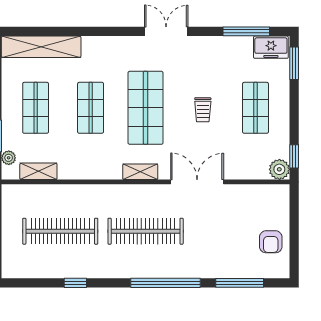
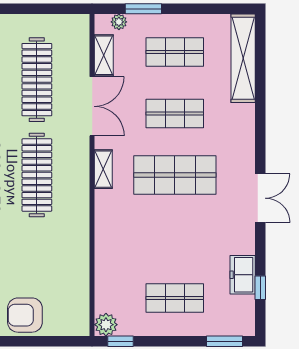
window: (246, 31) -> (260, 288), width x0.46
freezer: (271, 47) -> (243, 275), moved
trolley: (203, 110) -> (173, 239), removed
double door: (197, 182) -> (92, 106), moved
armchair: (271, 242) -> (25, 315), width x1.38, depth x1.38

